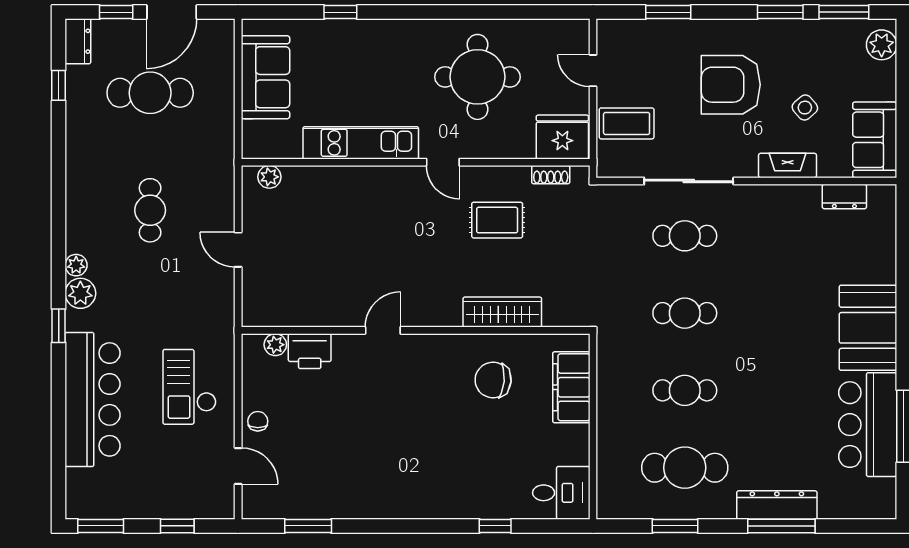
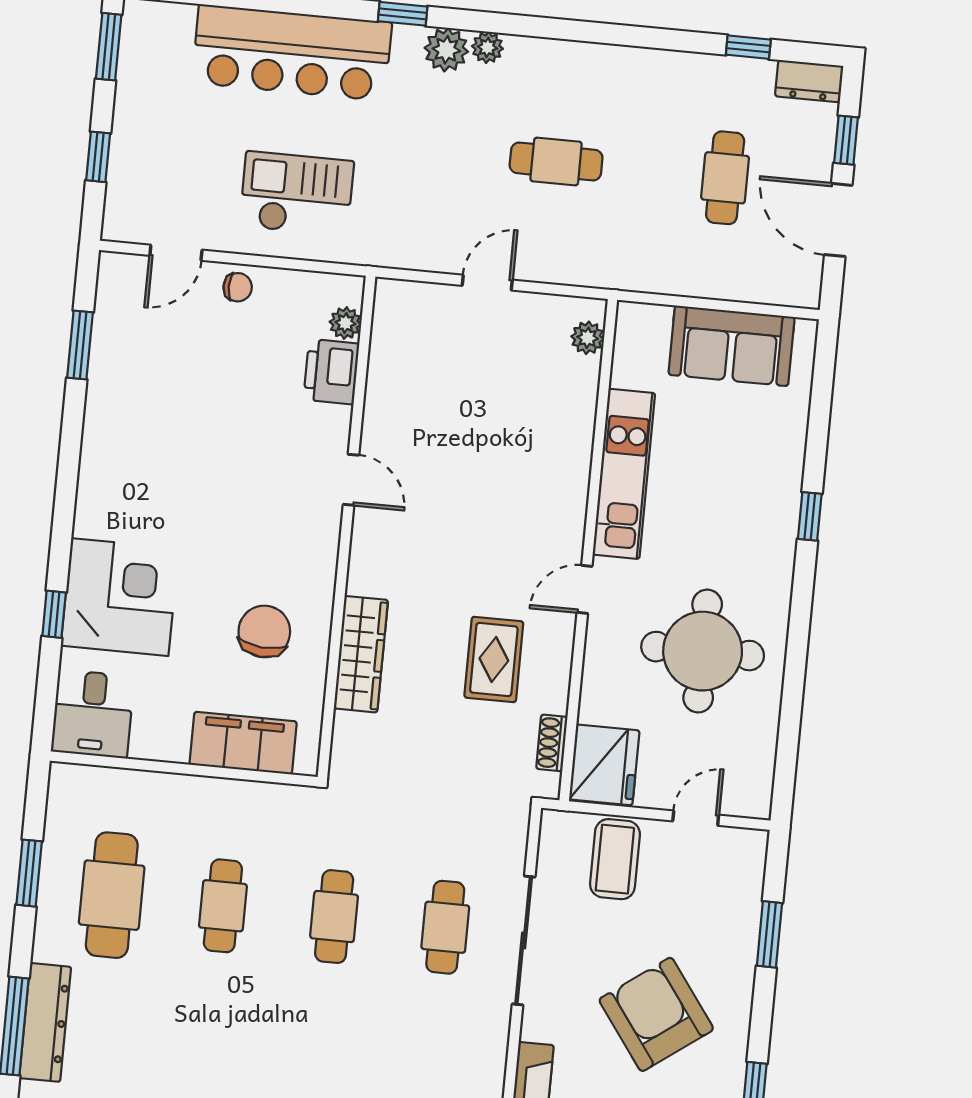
window: (340, 12) -> (810, 516), moved
armchair: (731, 85) -> (656, 1014), turned -36
cafe table: (150, 93) -> (725, 178), width x0.73, depth x0.74
corner desk: (479, 482) -> (120, 597), added

